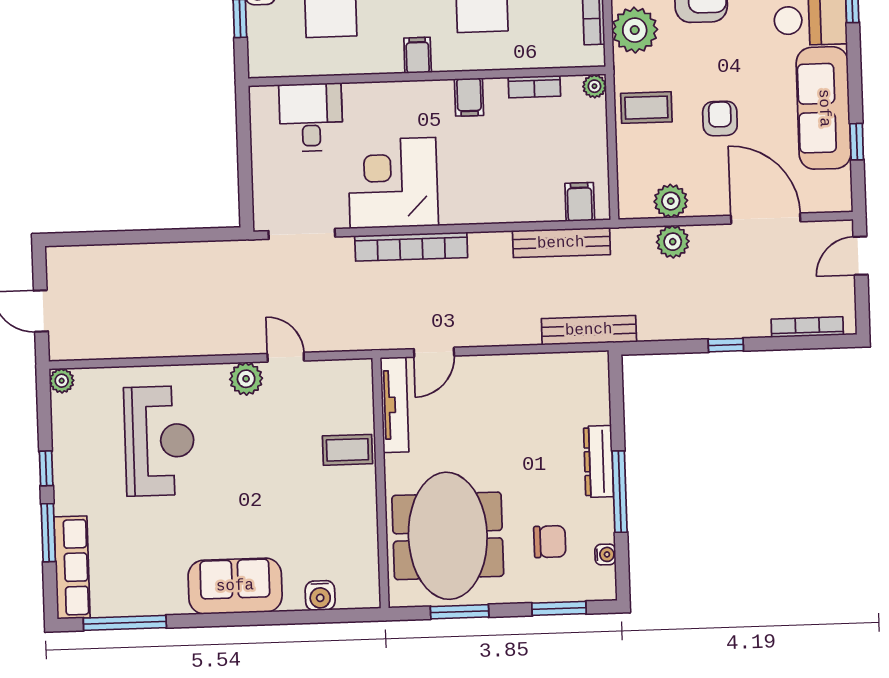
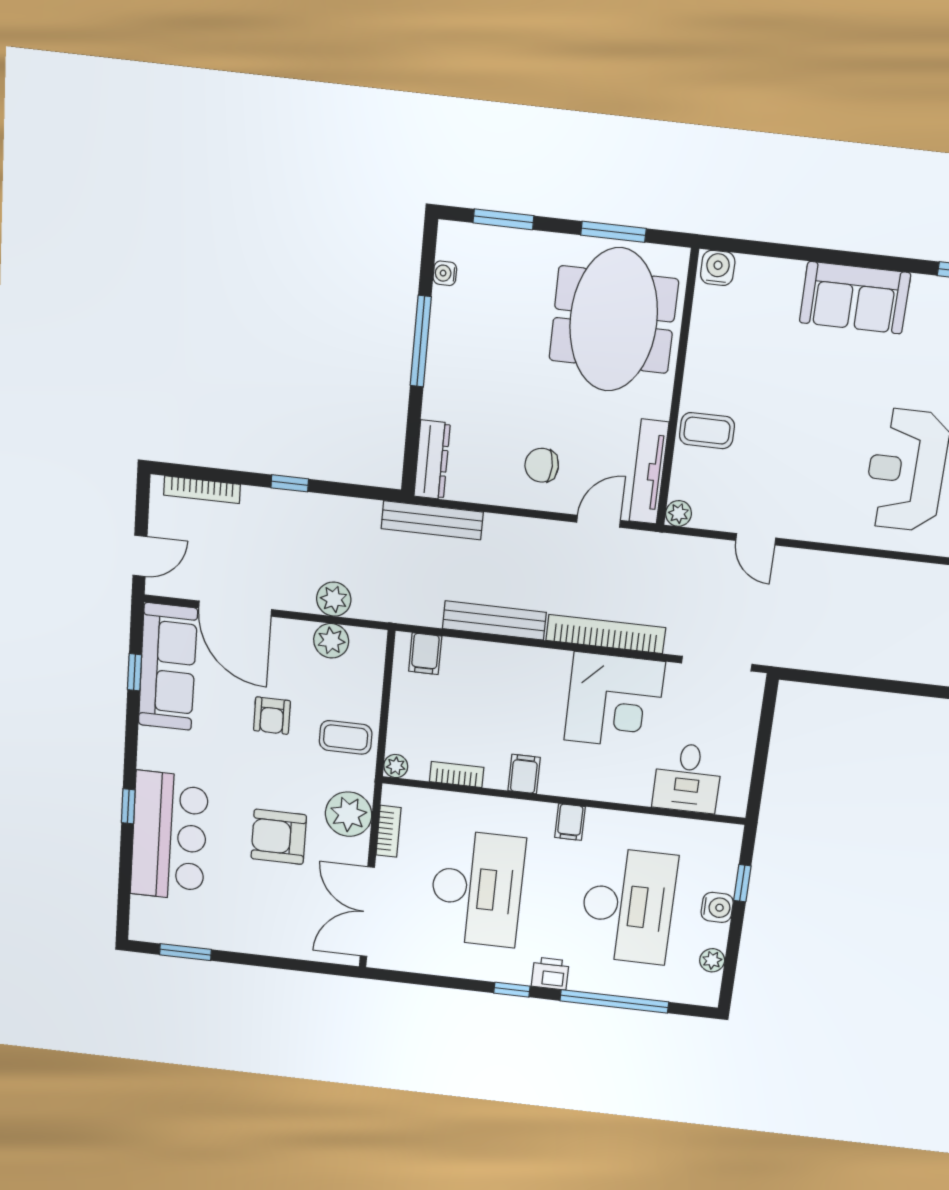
sofa: (824, 108) -> (168, 667), moved
bench: (561, 243) -> (494, 620), moved
plant: (246, 379) -> (678, 513), moved, width x0.73, depth x0.73
dresser: (599, 461) -> (432, 460), moved
chair: (550, 542) -> (542, 465), moved
water cooler: (320, 596) -> (718, 268), moved

